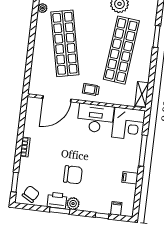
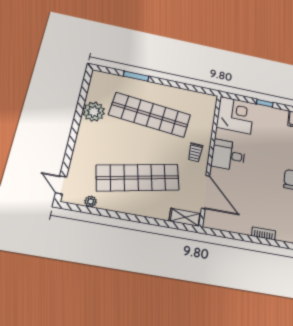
shelving: (142, 94) -> (185, 217), moved
desk: (95, 118) -> (228, 155), width x0.73
window: (143, 151) -> (265, 103), width x0.46

